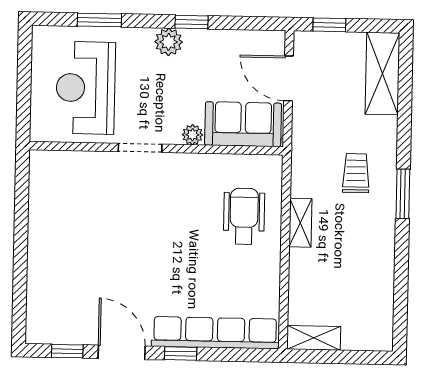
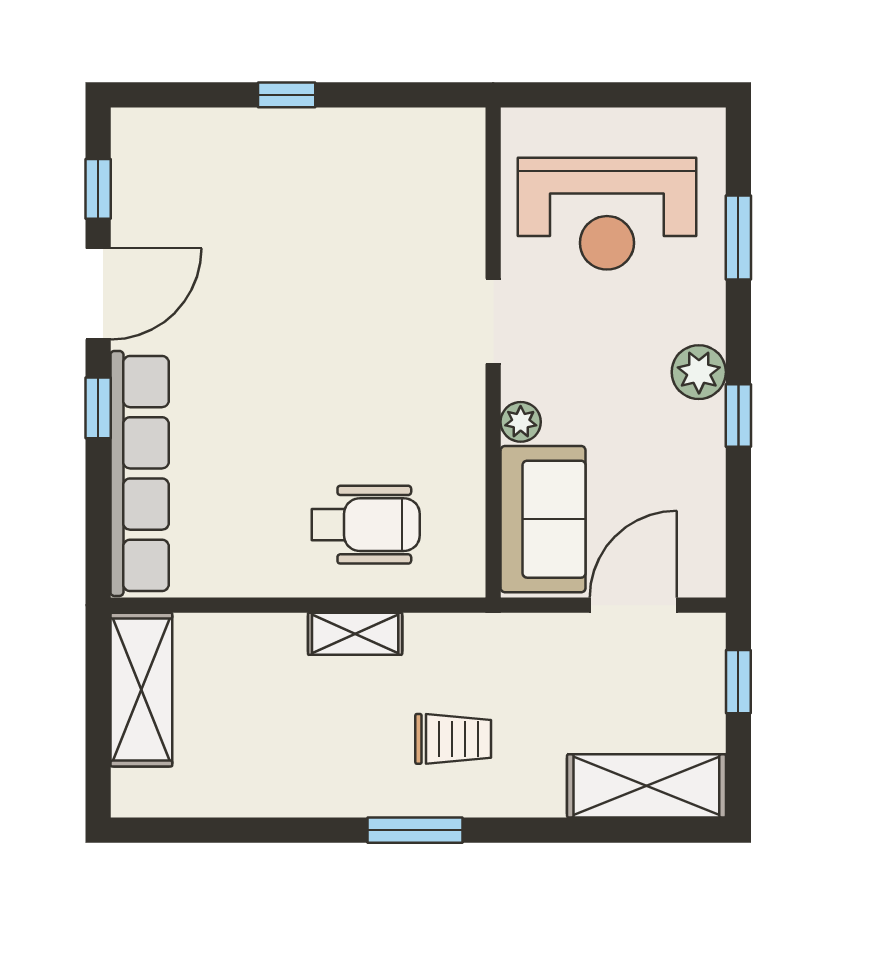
reception desk: (86, 88) -> (607, 214), turned 180
window: (21, 252) -> (287, 95), added
shelving: (314, 338) -> (141, 690), width x1.50, depth x1.33

